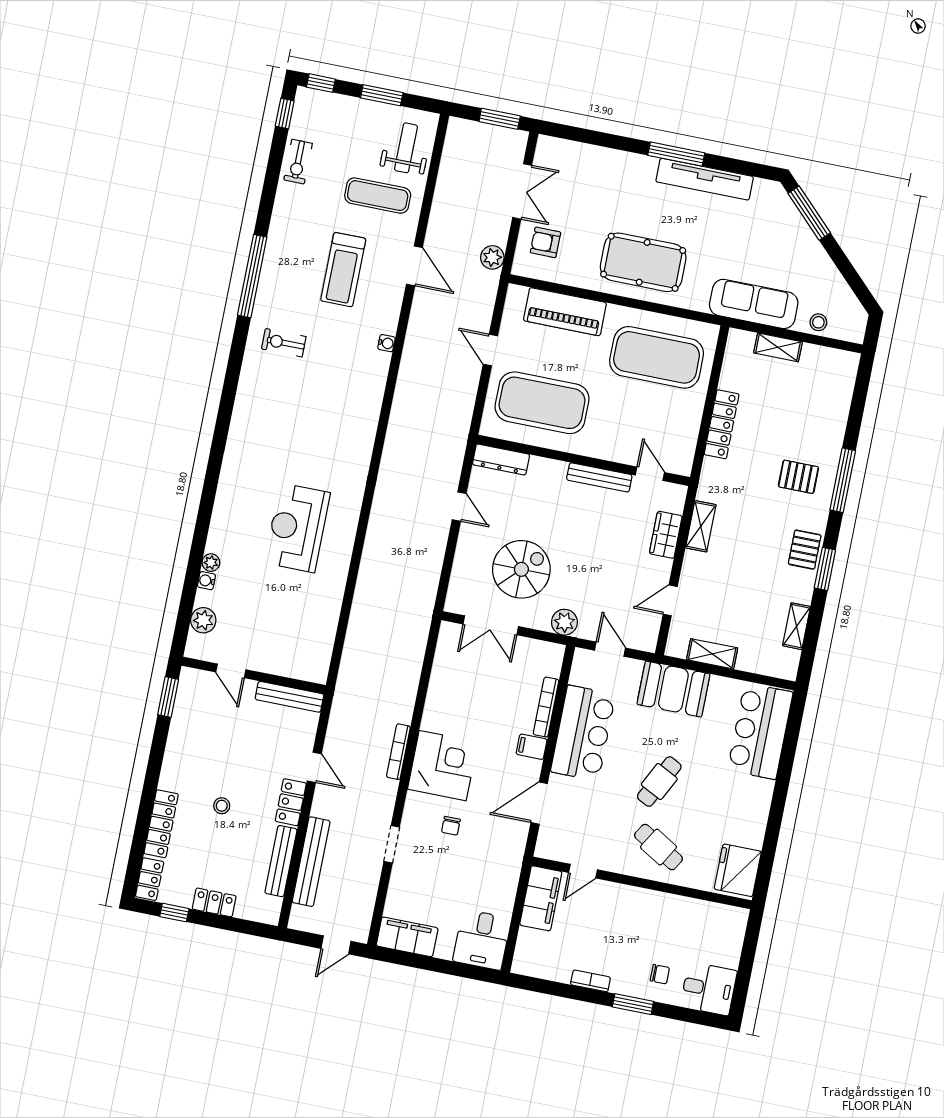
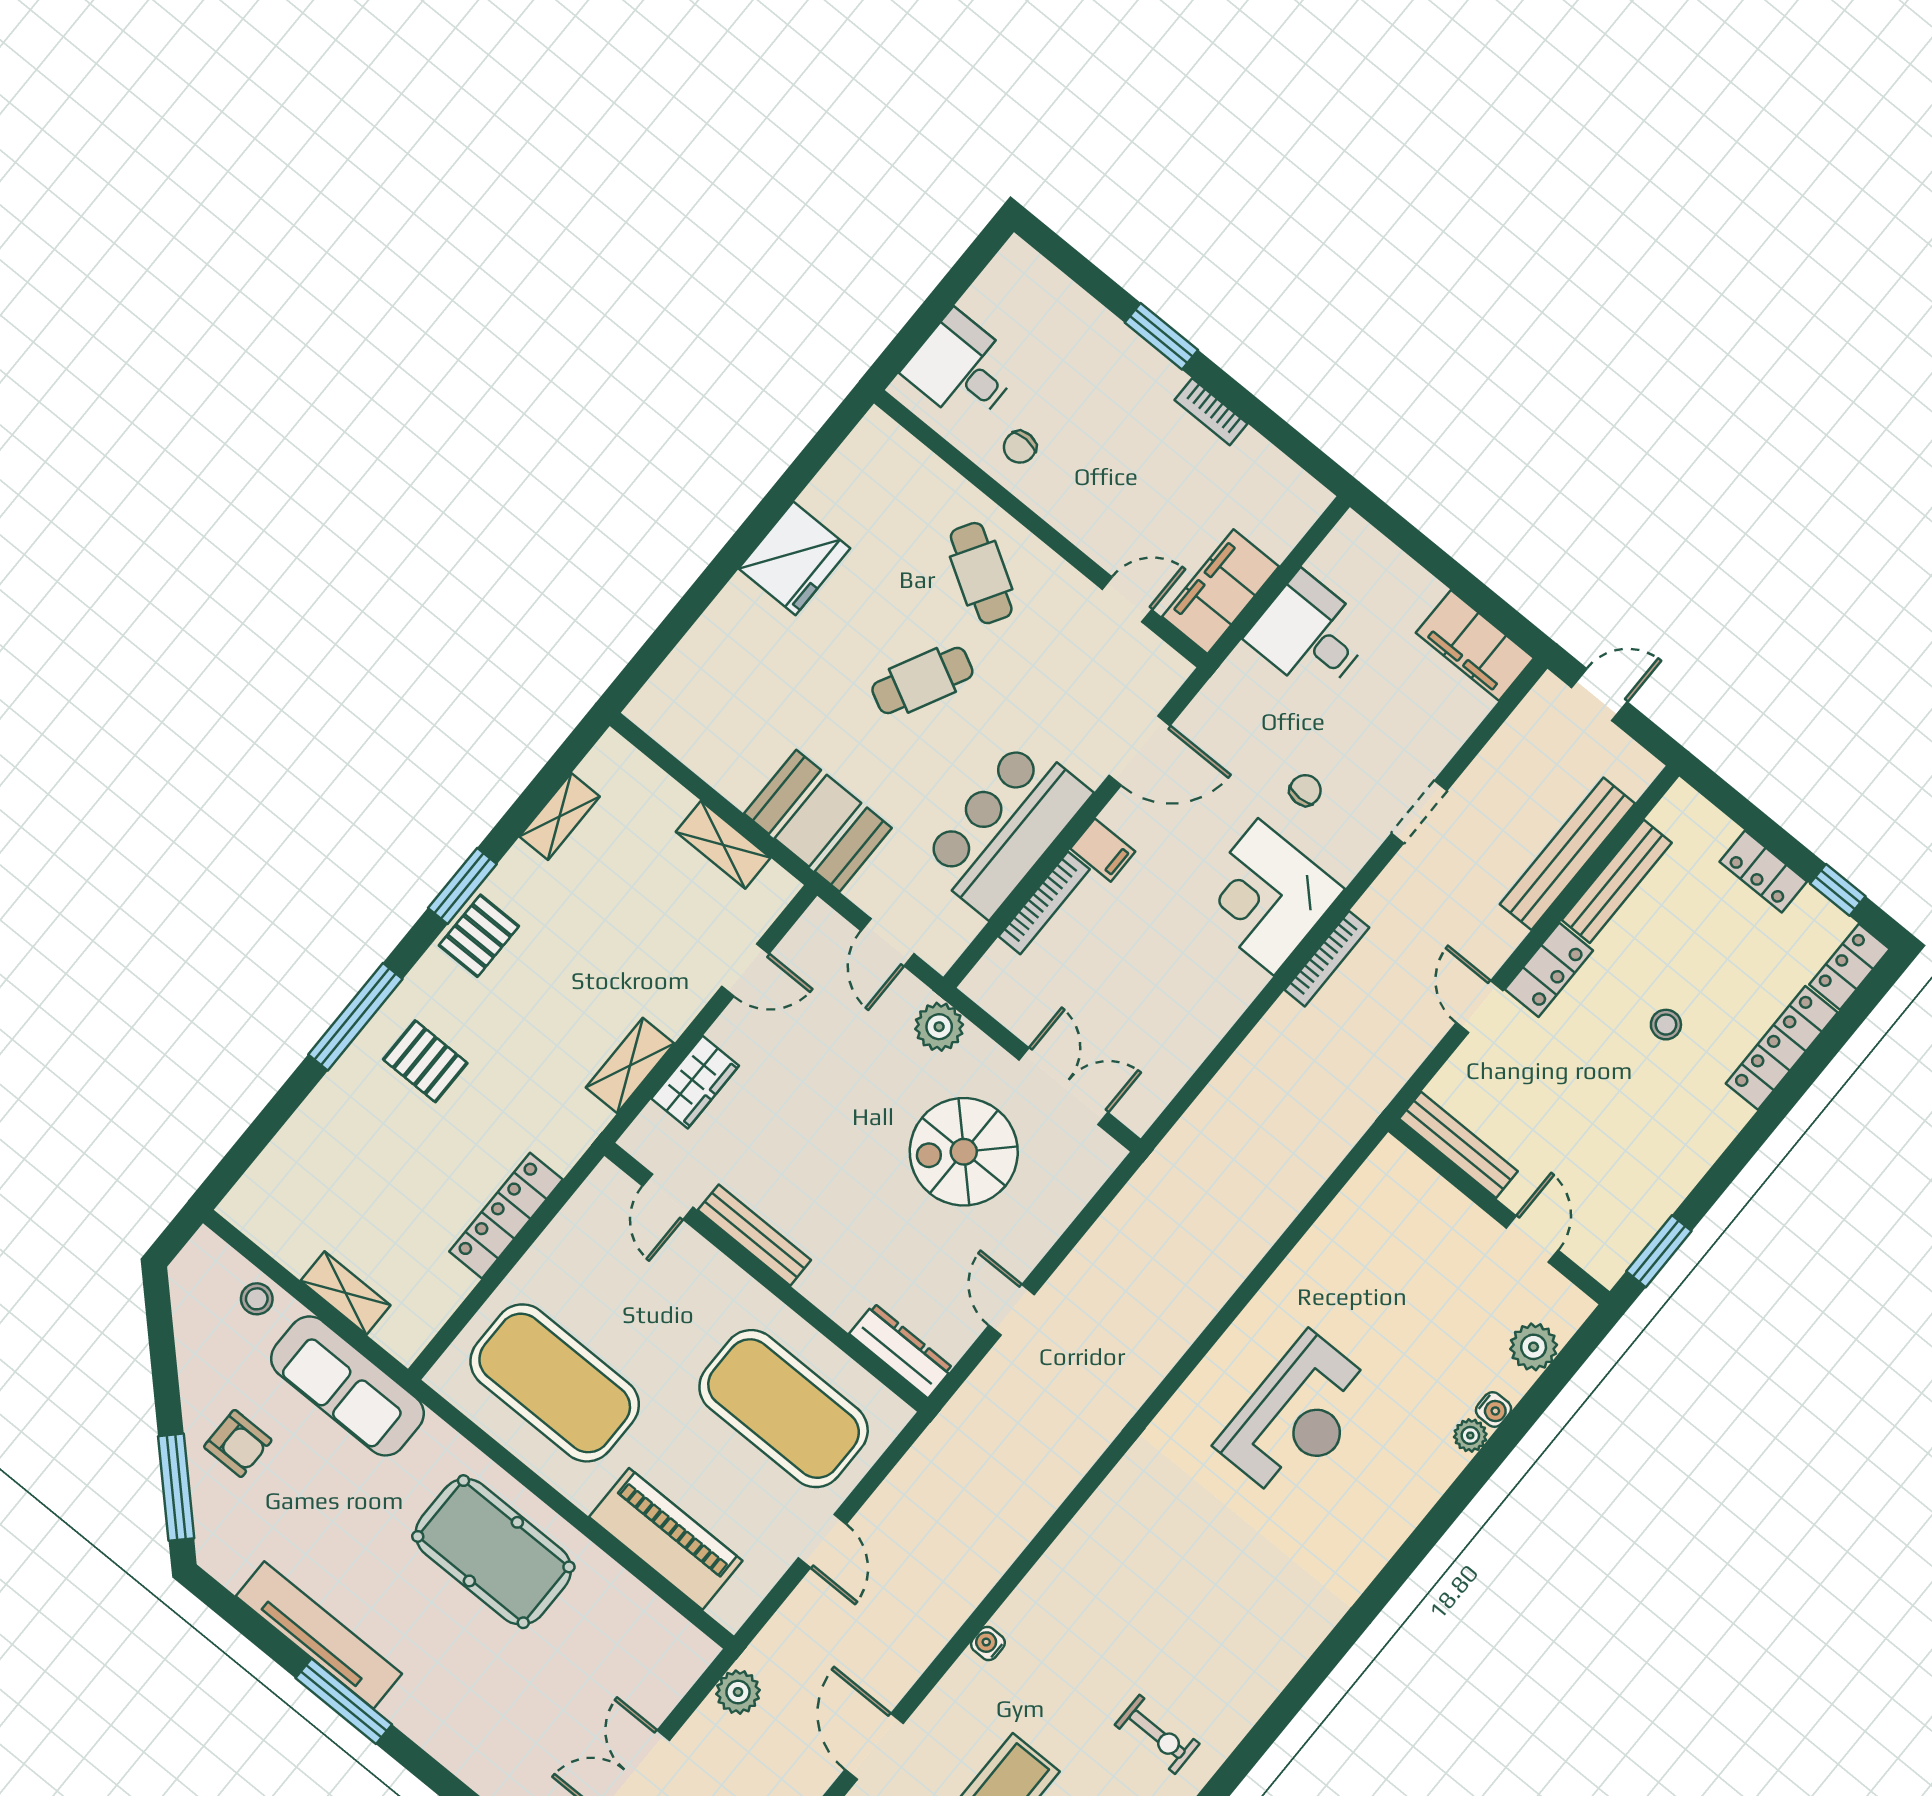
armchair: (545, 242) -> (238, 1443), moved
bar counter: (760, 731) -> (712, 675), removed
fridge: (738, 870) -> (794, 558), moved
desk: (482, 940) -> (1310, 635), moved, turned -90
chair: (660, 974) -> (1020, 447), moved, turned -88
desk: (709, 989) -> (962, 369), moved

